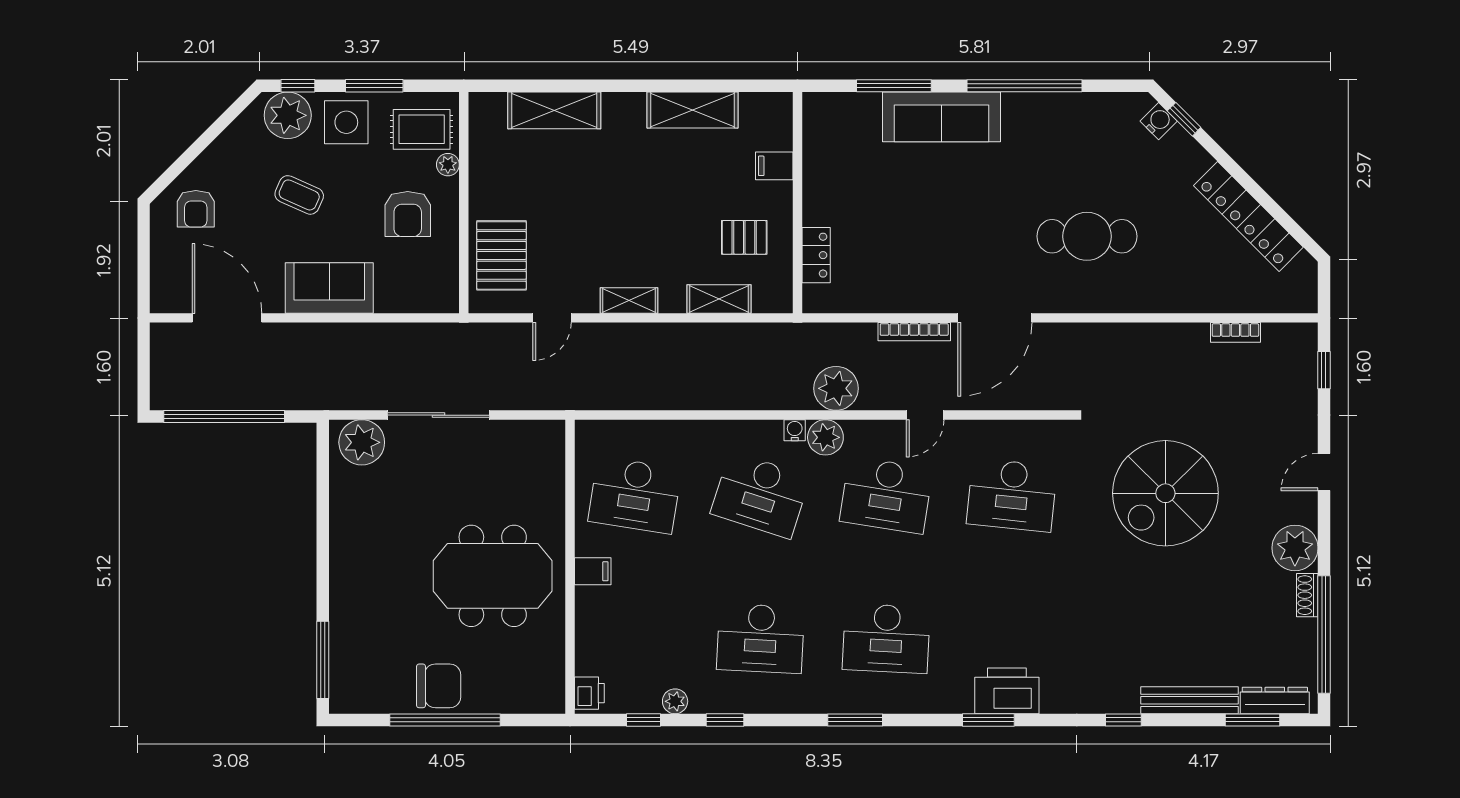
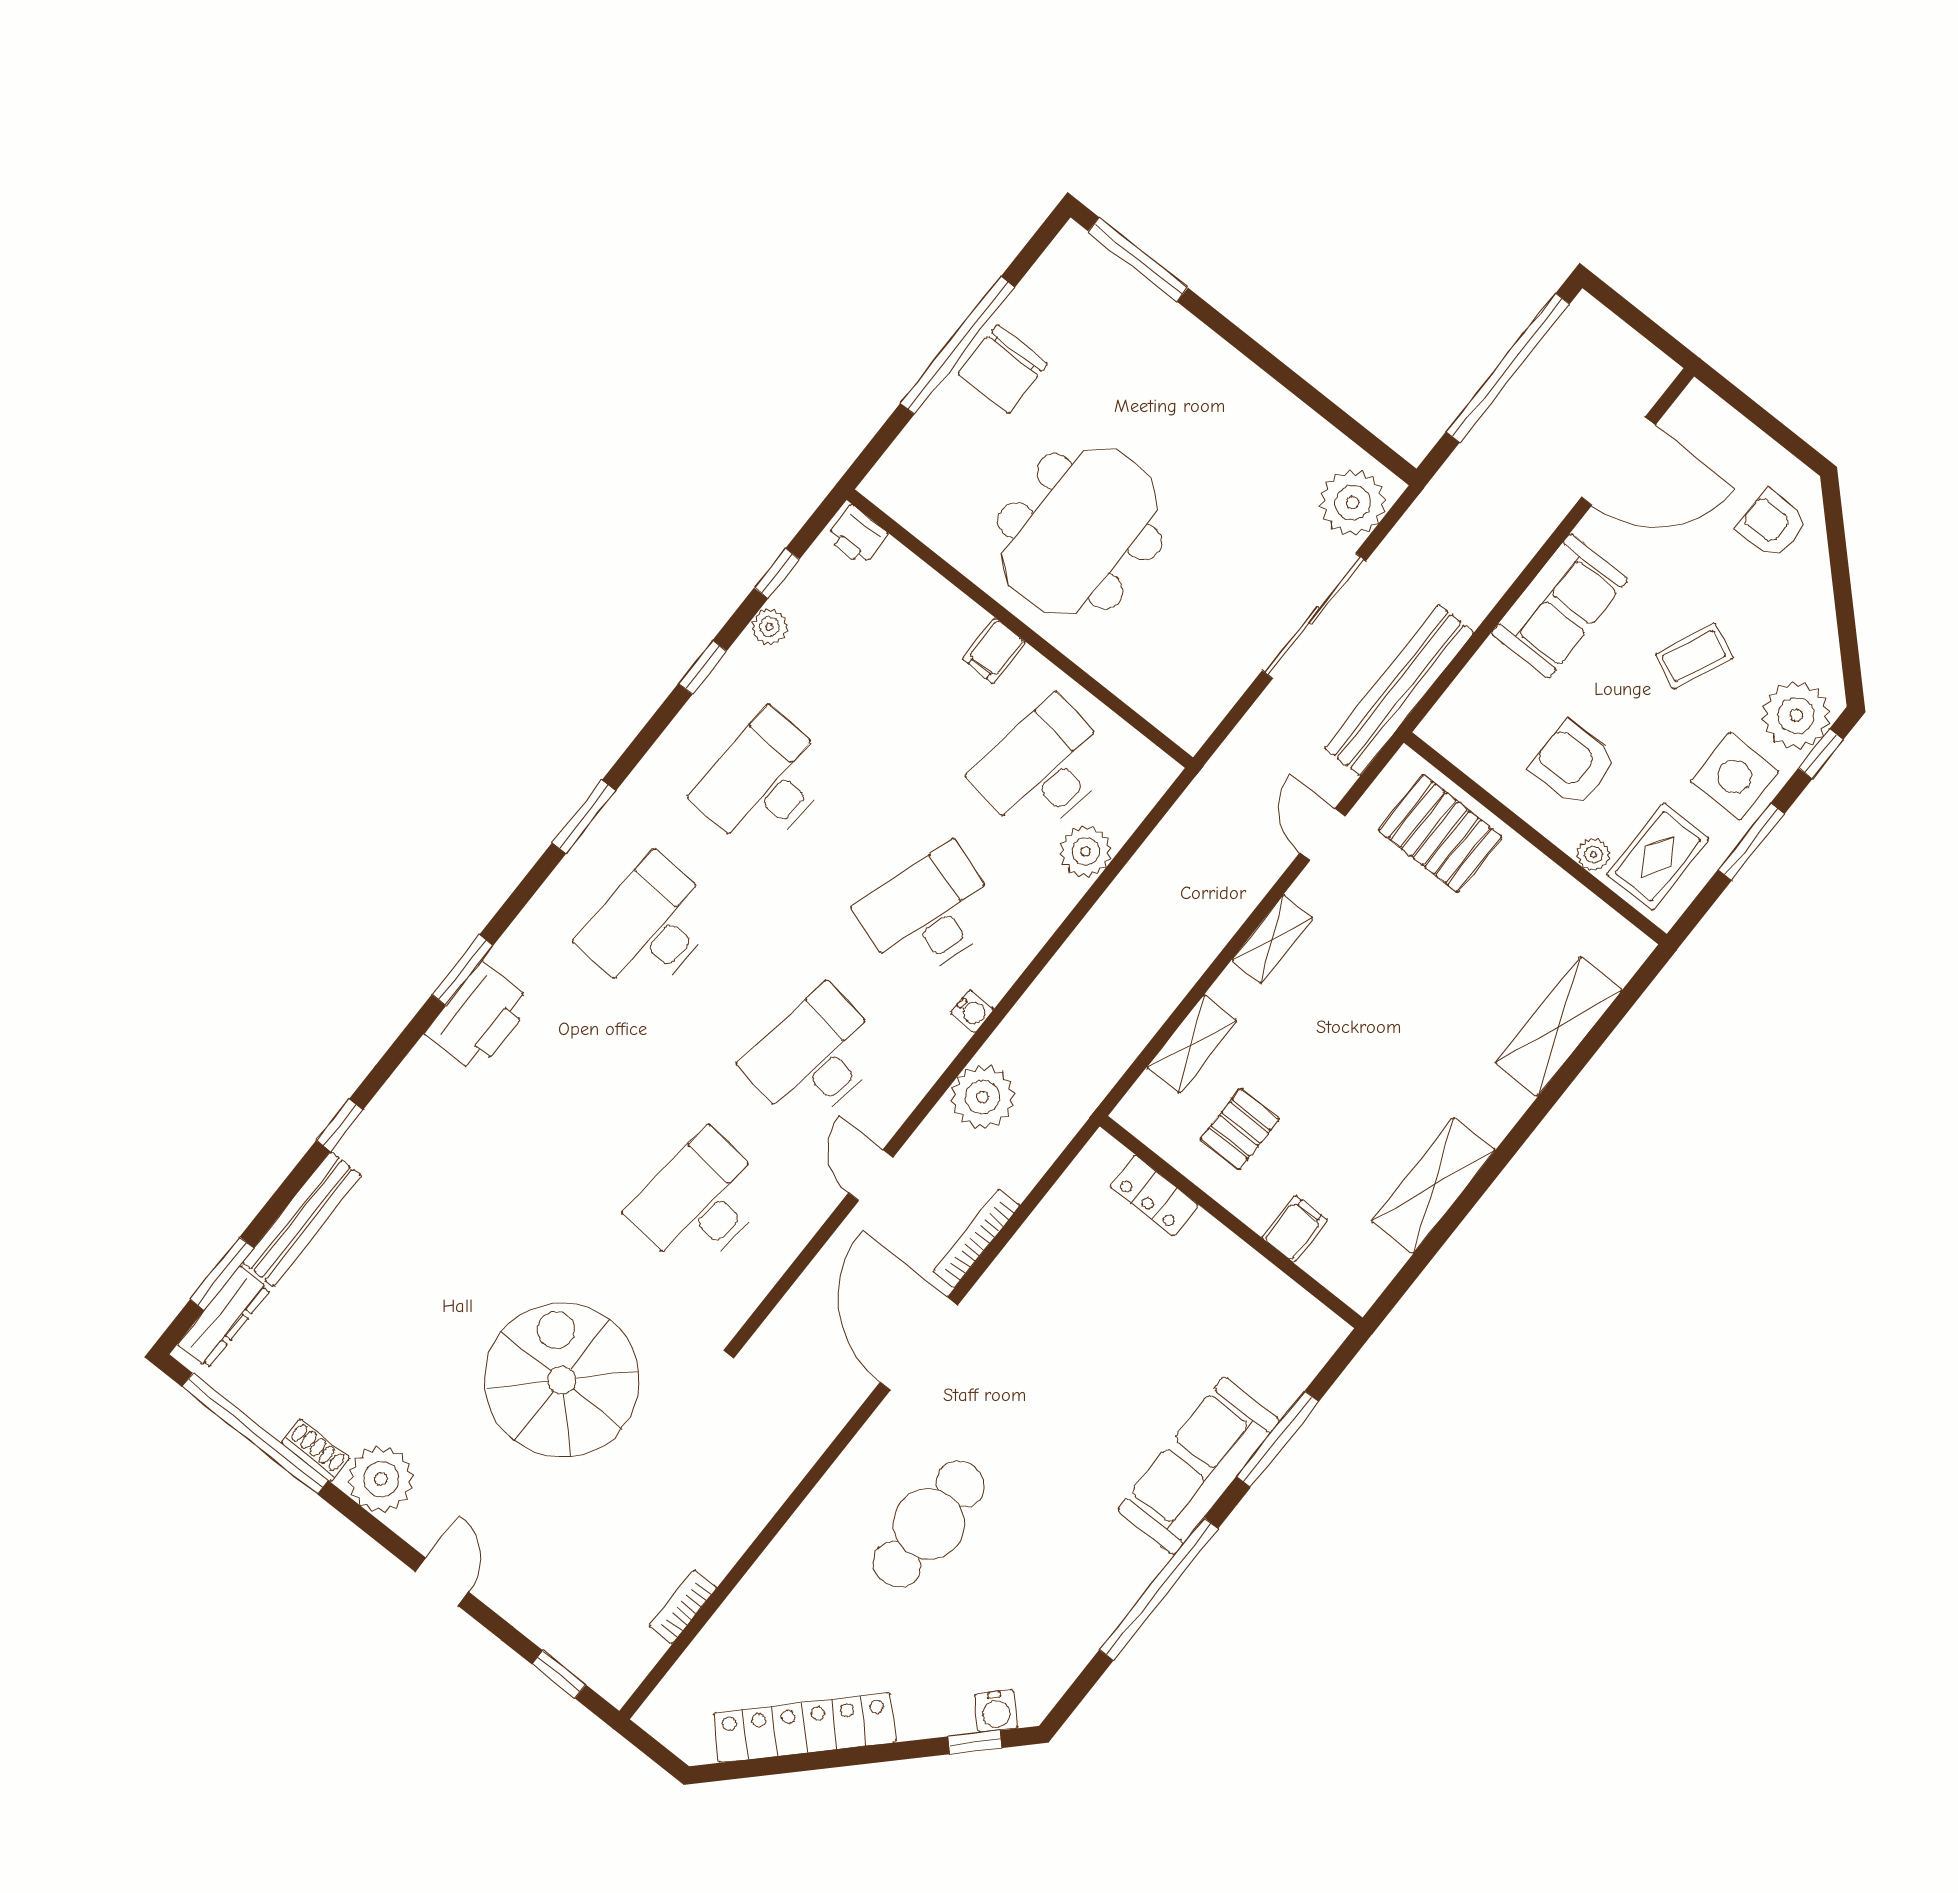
bench: (442, 338) -> (1399, 690), added
plant: (825, 437) -> (1085, 851), moved

